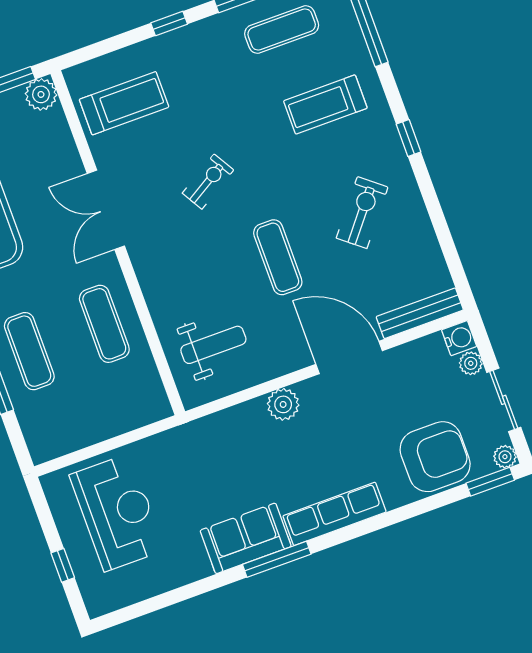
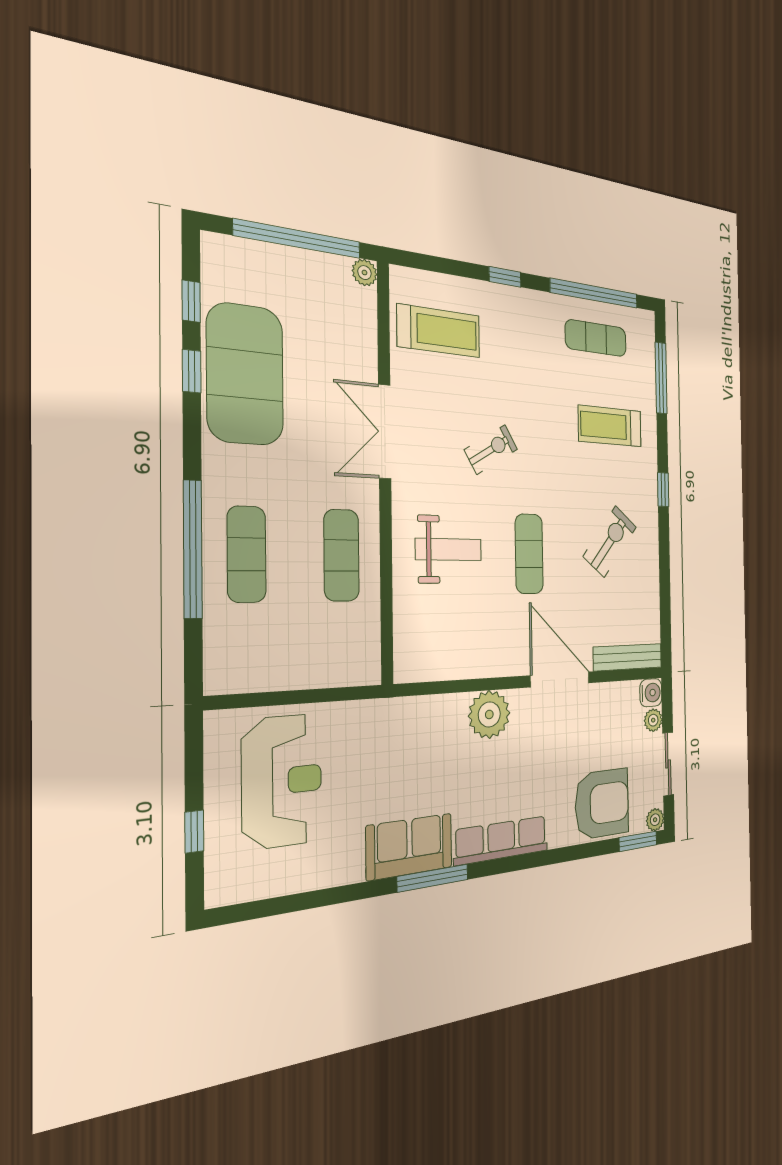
plant: (41, 94) -> (364, 273), width x0.73, depth x0.73
weight bench: (213, 345) -> (449, 549), moved
plant: (283, 404) -> (489, 714), width x1.36, depth x1.36

